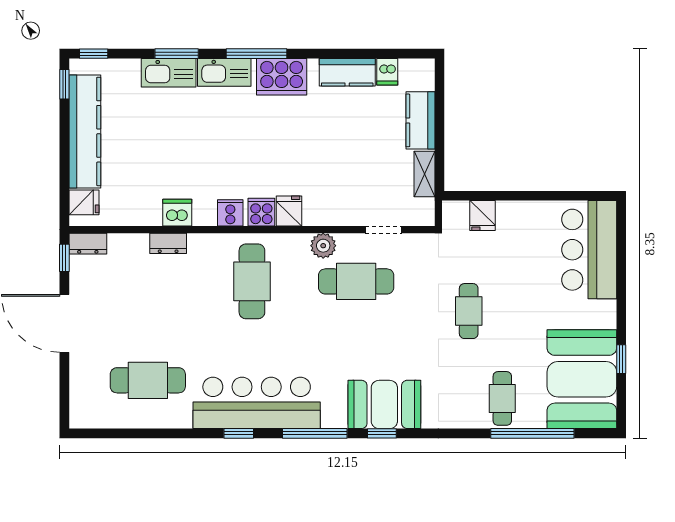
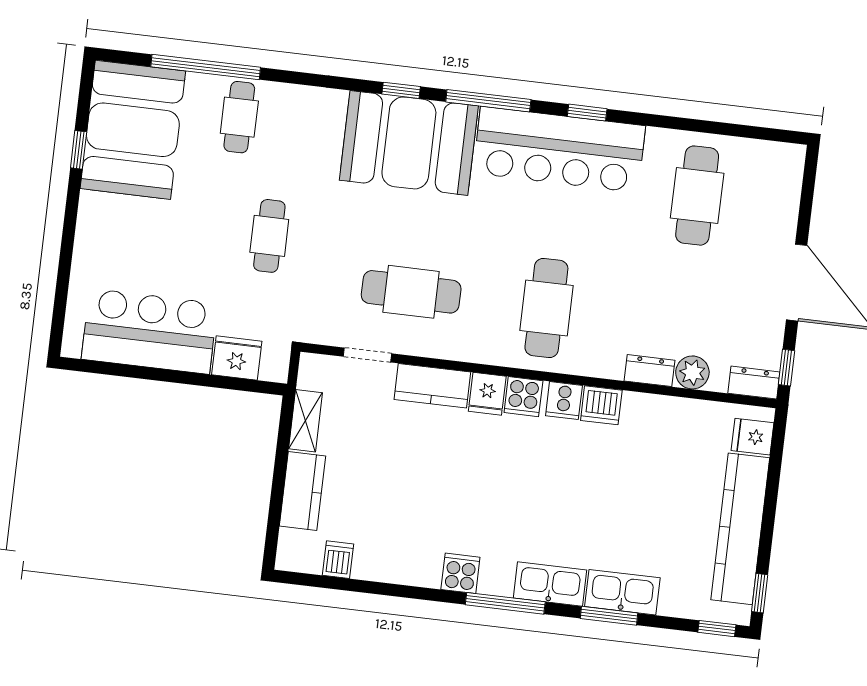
kitchen counter: (347, 72) -> (432, 386), moved, turned 180
cooker: (282, 77) -> (460, 573), width x0.53, depth x0.76
dishwasher: (177, 213) -> (601, 405), moved
fridge: (482, 215) -> (237, 358), width x1.38
plant: (323, 246) -> (692, 372), moved
bar counter: (589, 250) -> (149, 331), moved, turned -90
cafe table: (148, 380) -> (697, 196), turned 90
booth: (384, 404) -> (409, 143), width x1.36, depth x1.42

